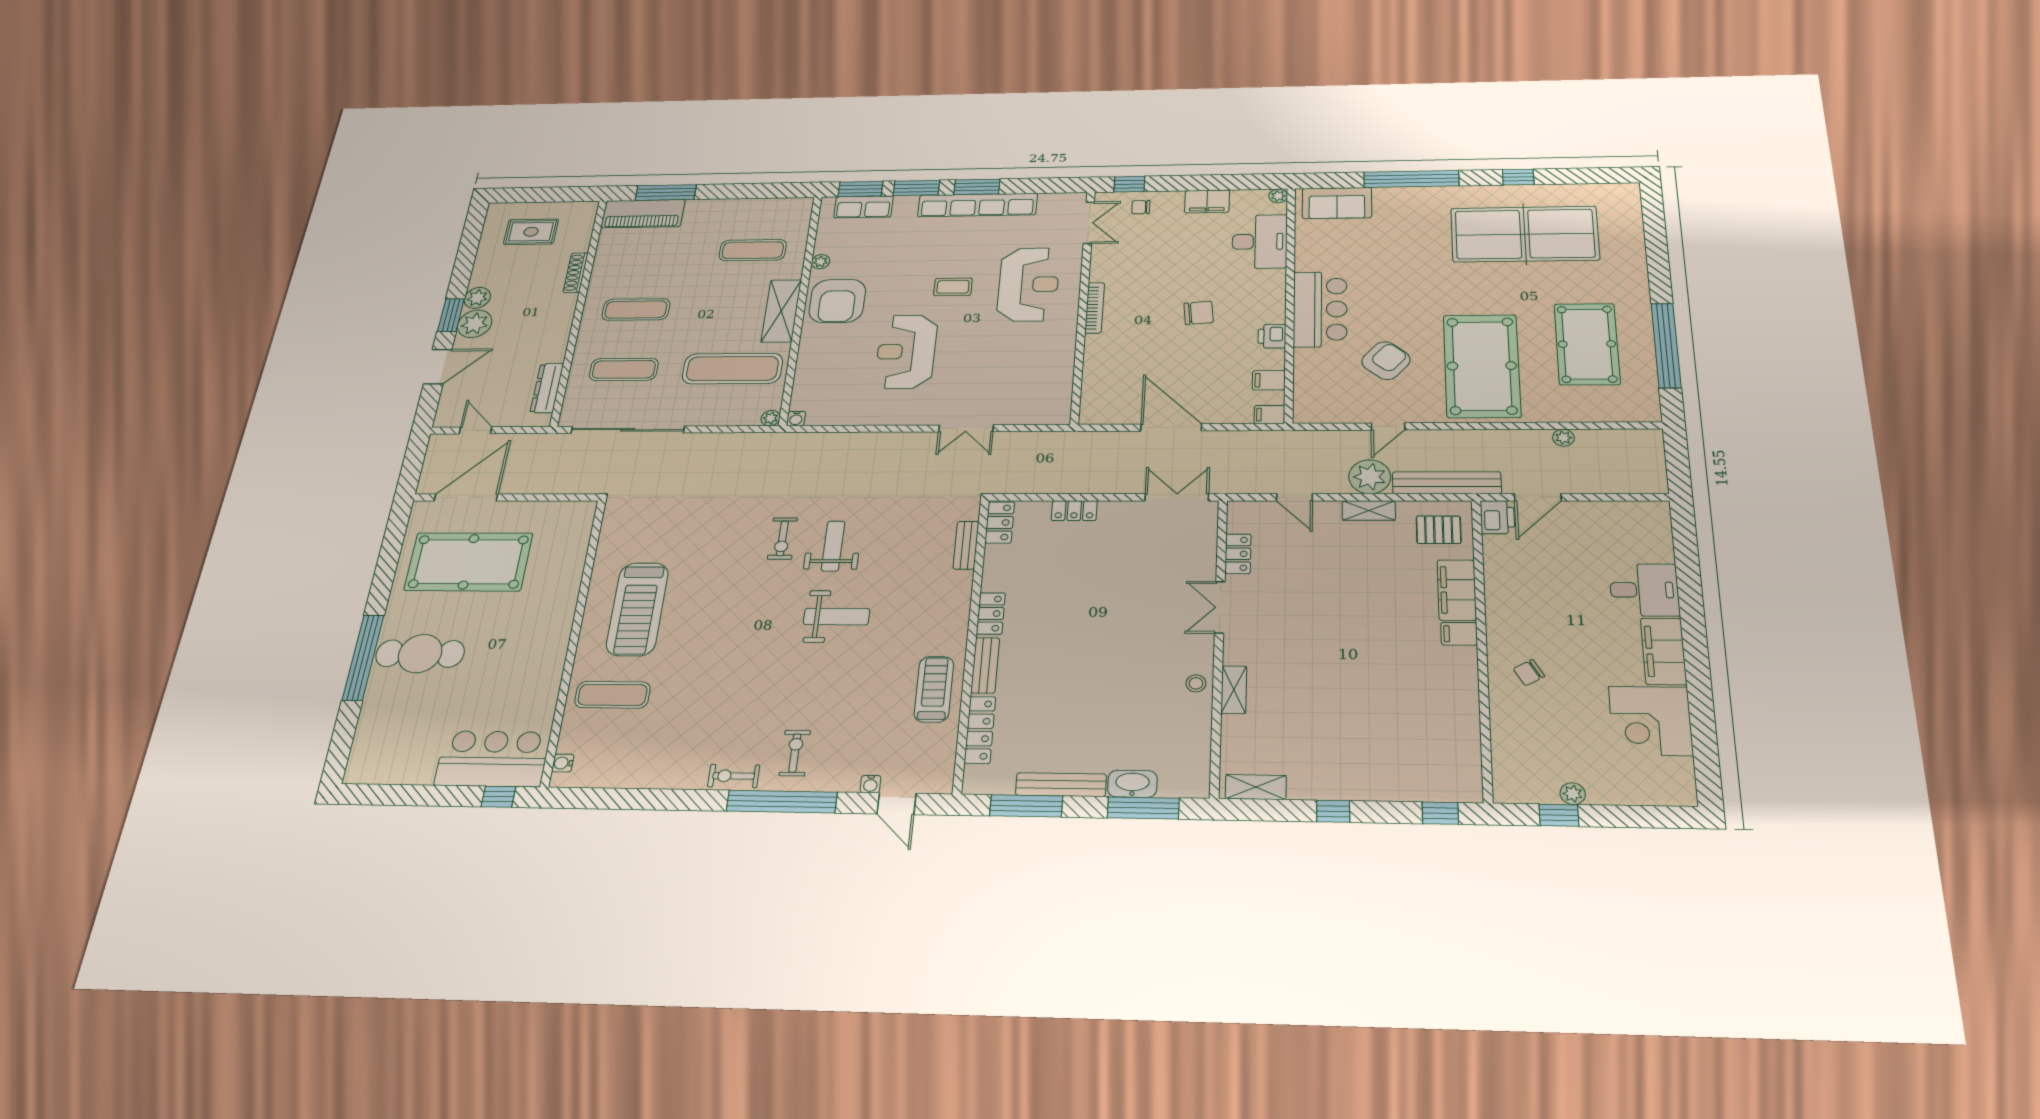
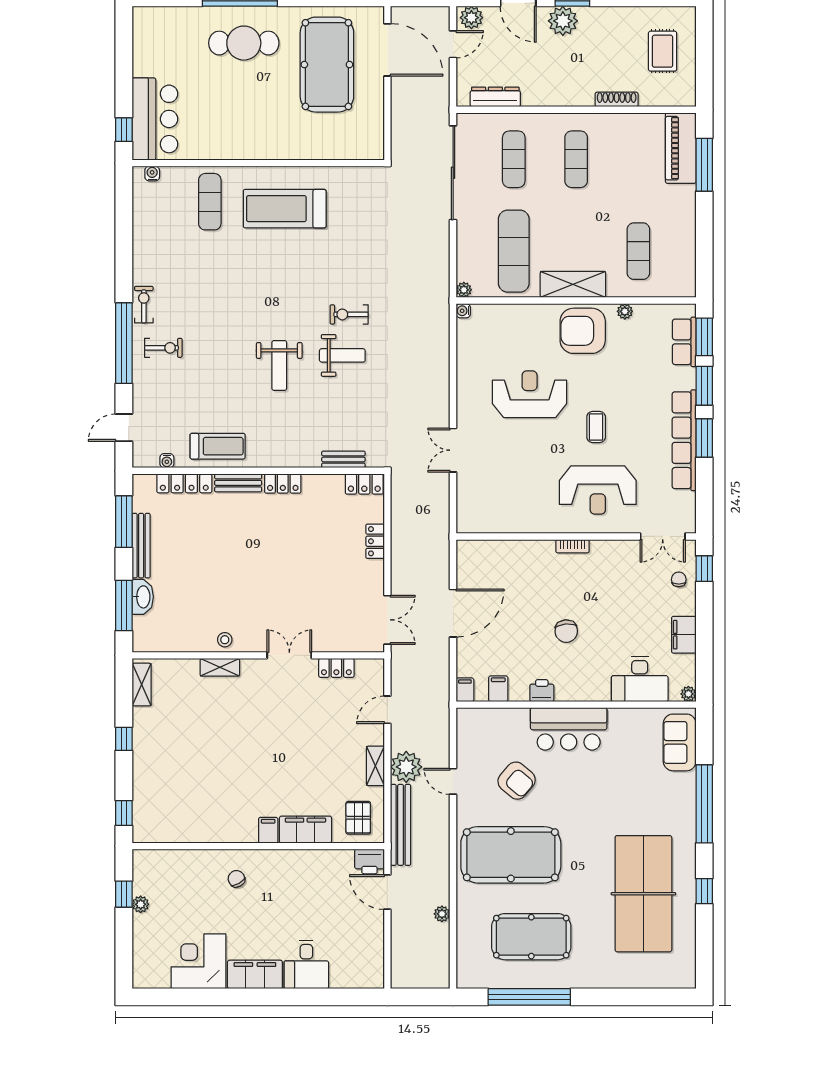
plant: (477, 298) -> (471, 18), moved
bookcase: (1095, 308) -> (572, 546), width x0.64
cafe table: (420, 654) -> (244, 43), turned 90
water cooler: (870, 784) -> (167, 461), moved, turned -90

